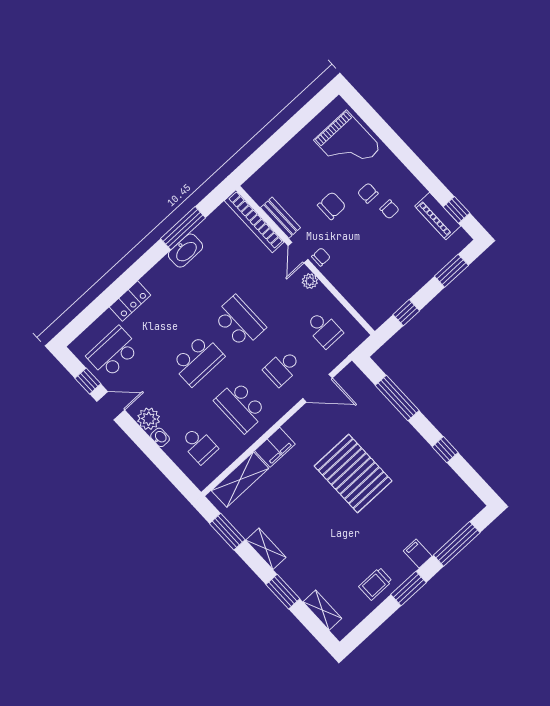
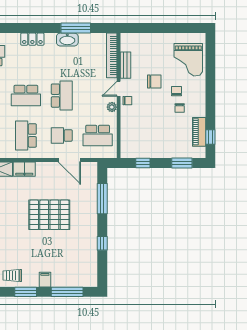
locker: (130, 301) -> (32, 39), moved
school desk: (324, 329) -> (98, 135), width x1.85
pallet: (353, 474) -> (49, 215), turned 90

